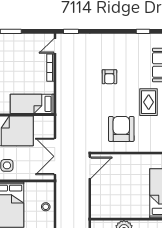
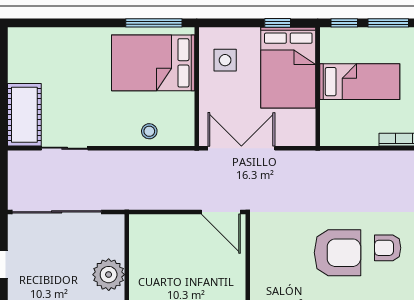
bed: (32, 104) -> (360, 82), moved, turned 90
armchair: (121, 129) -> (337, 253), moved

